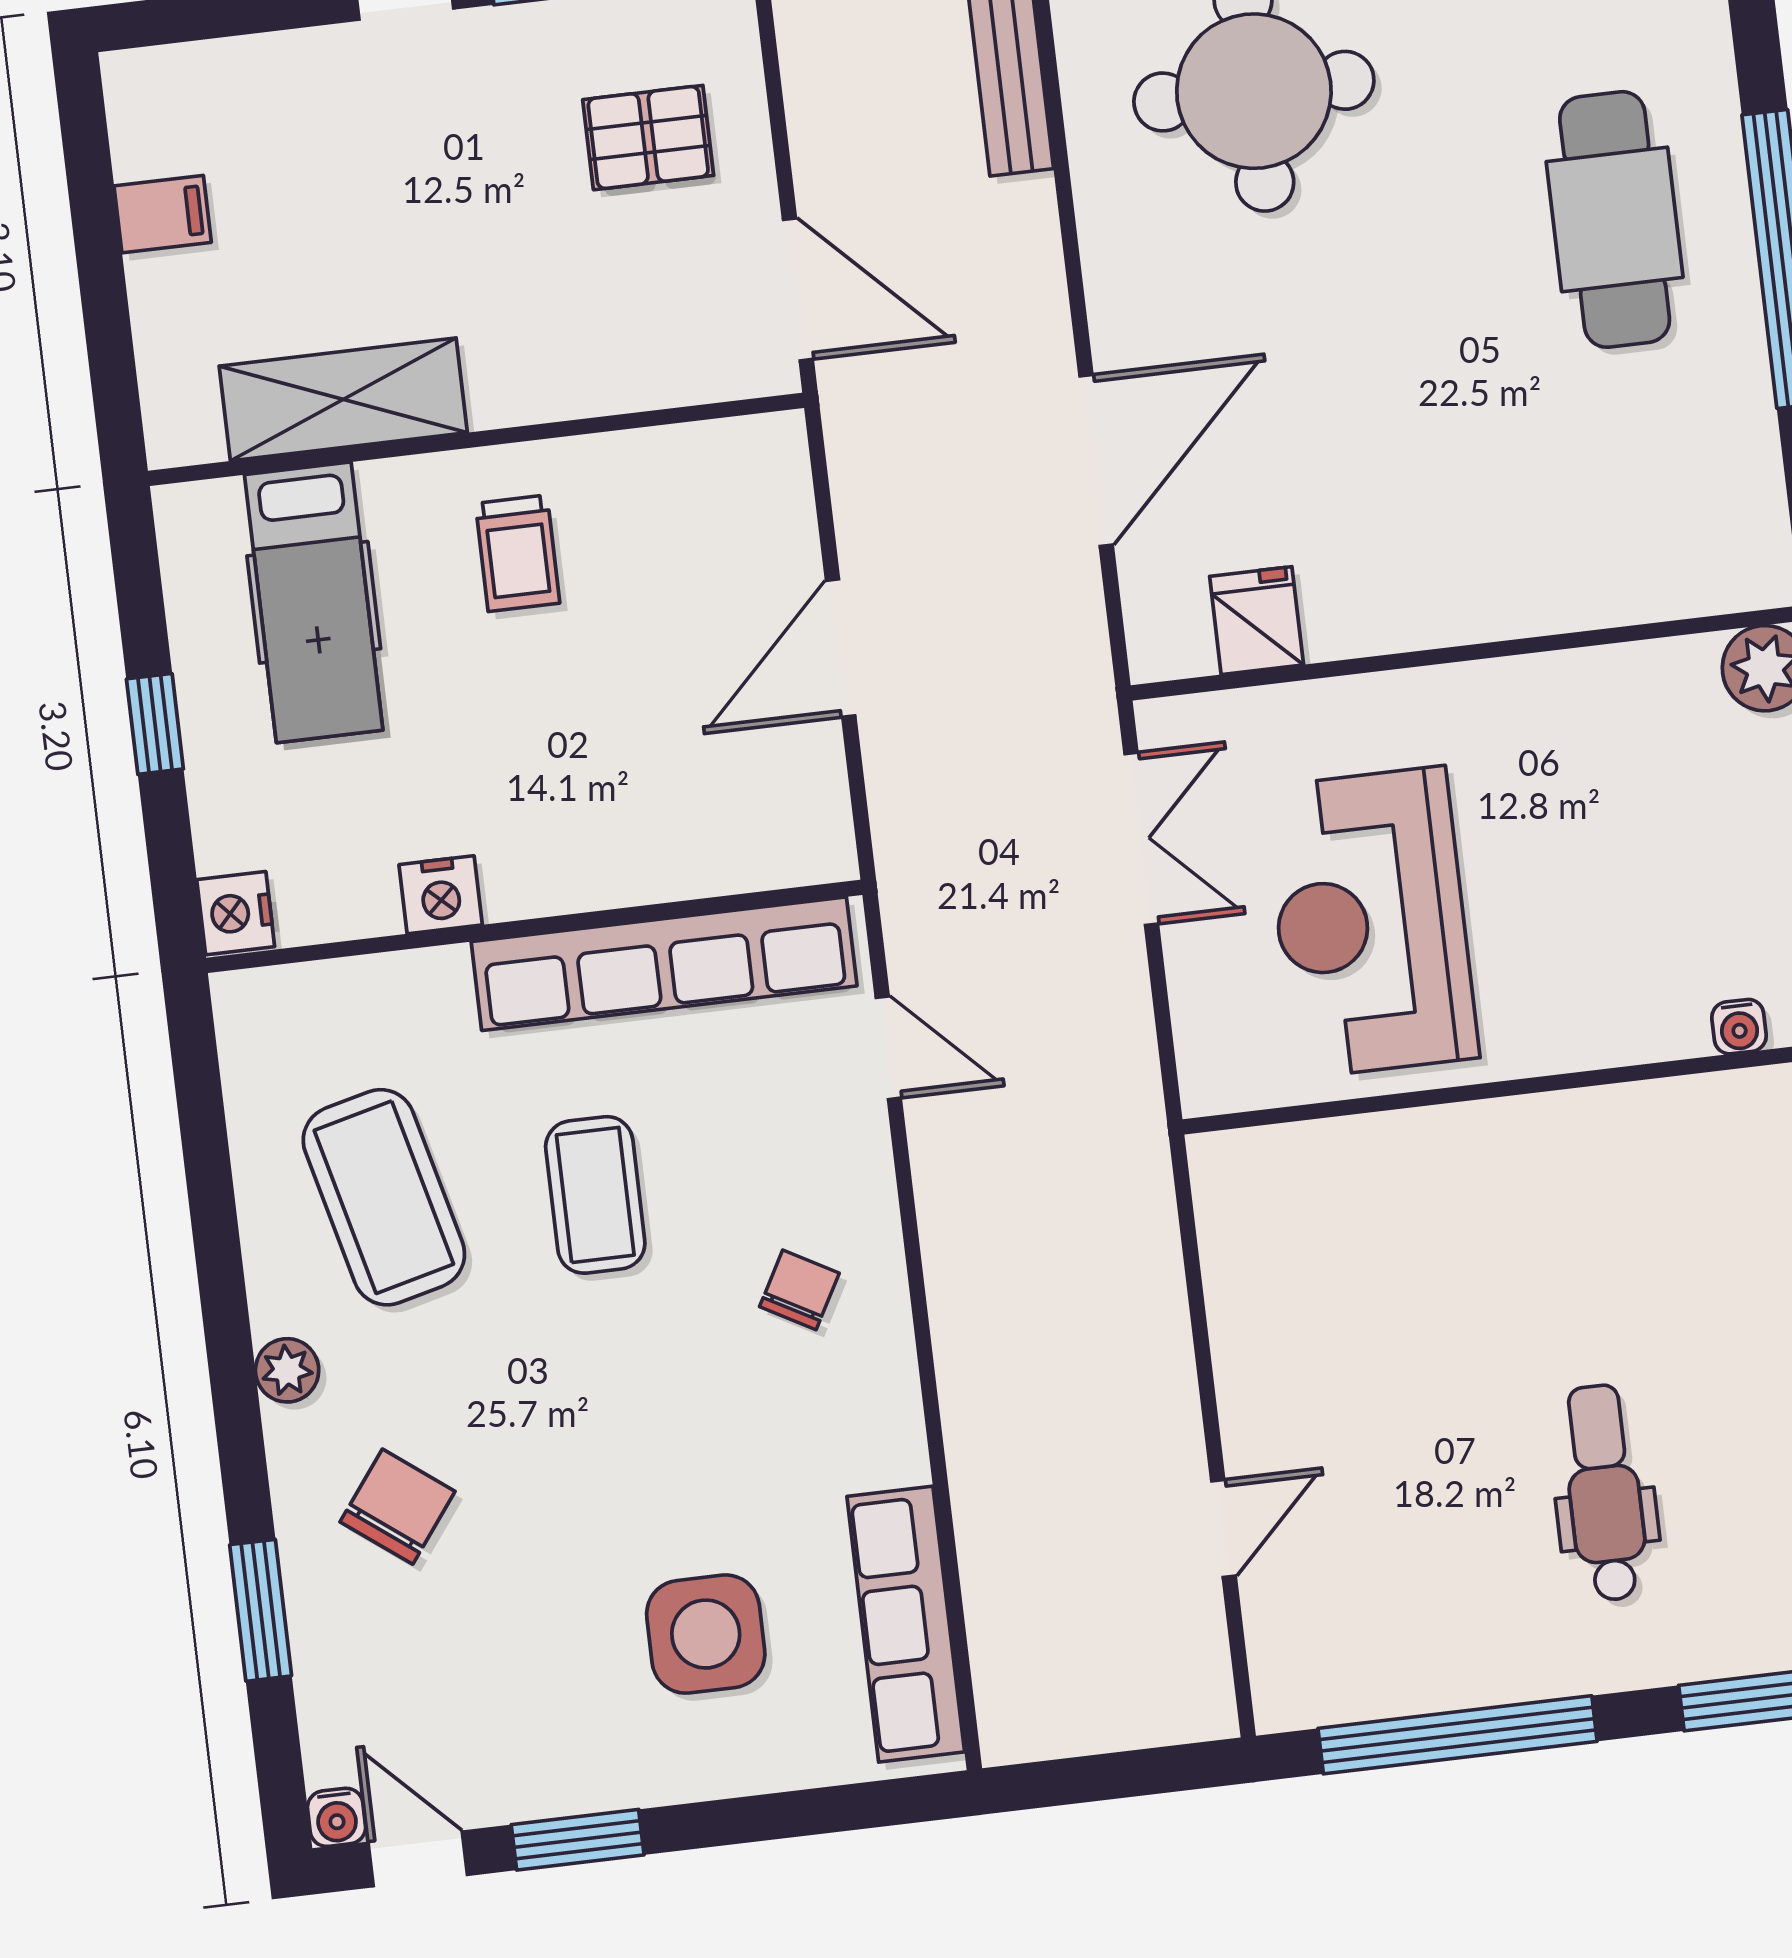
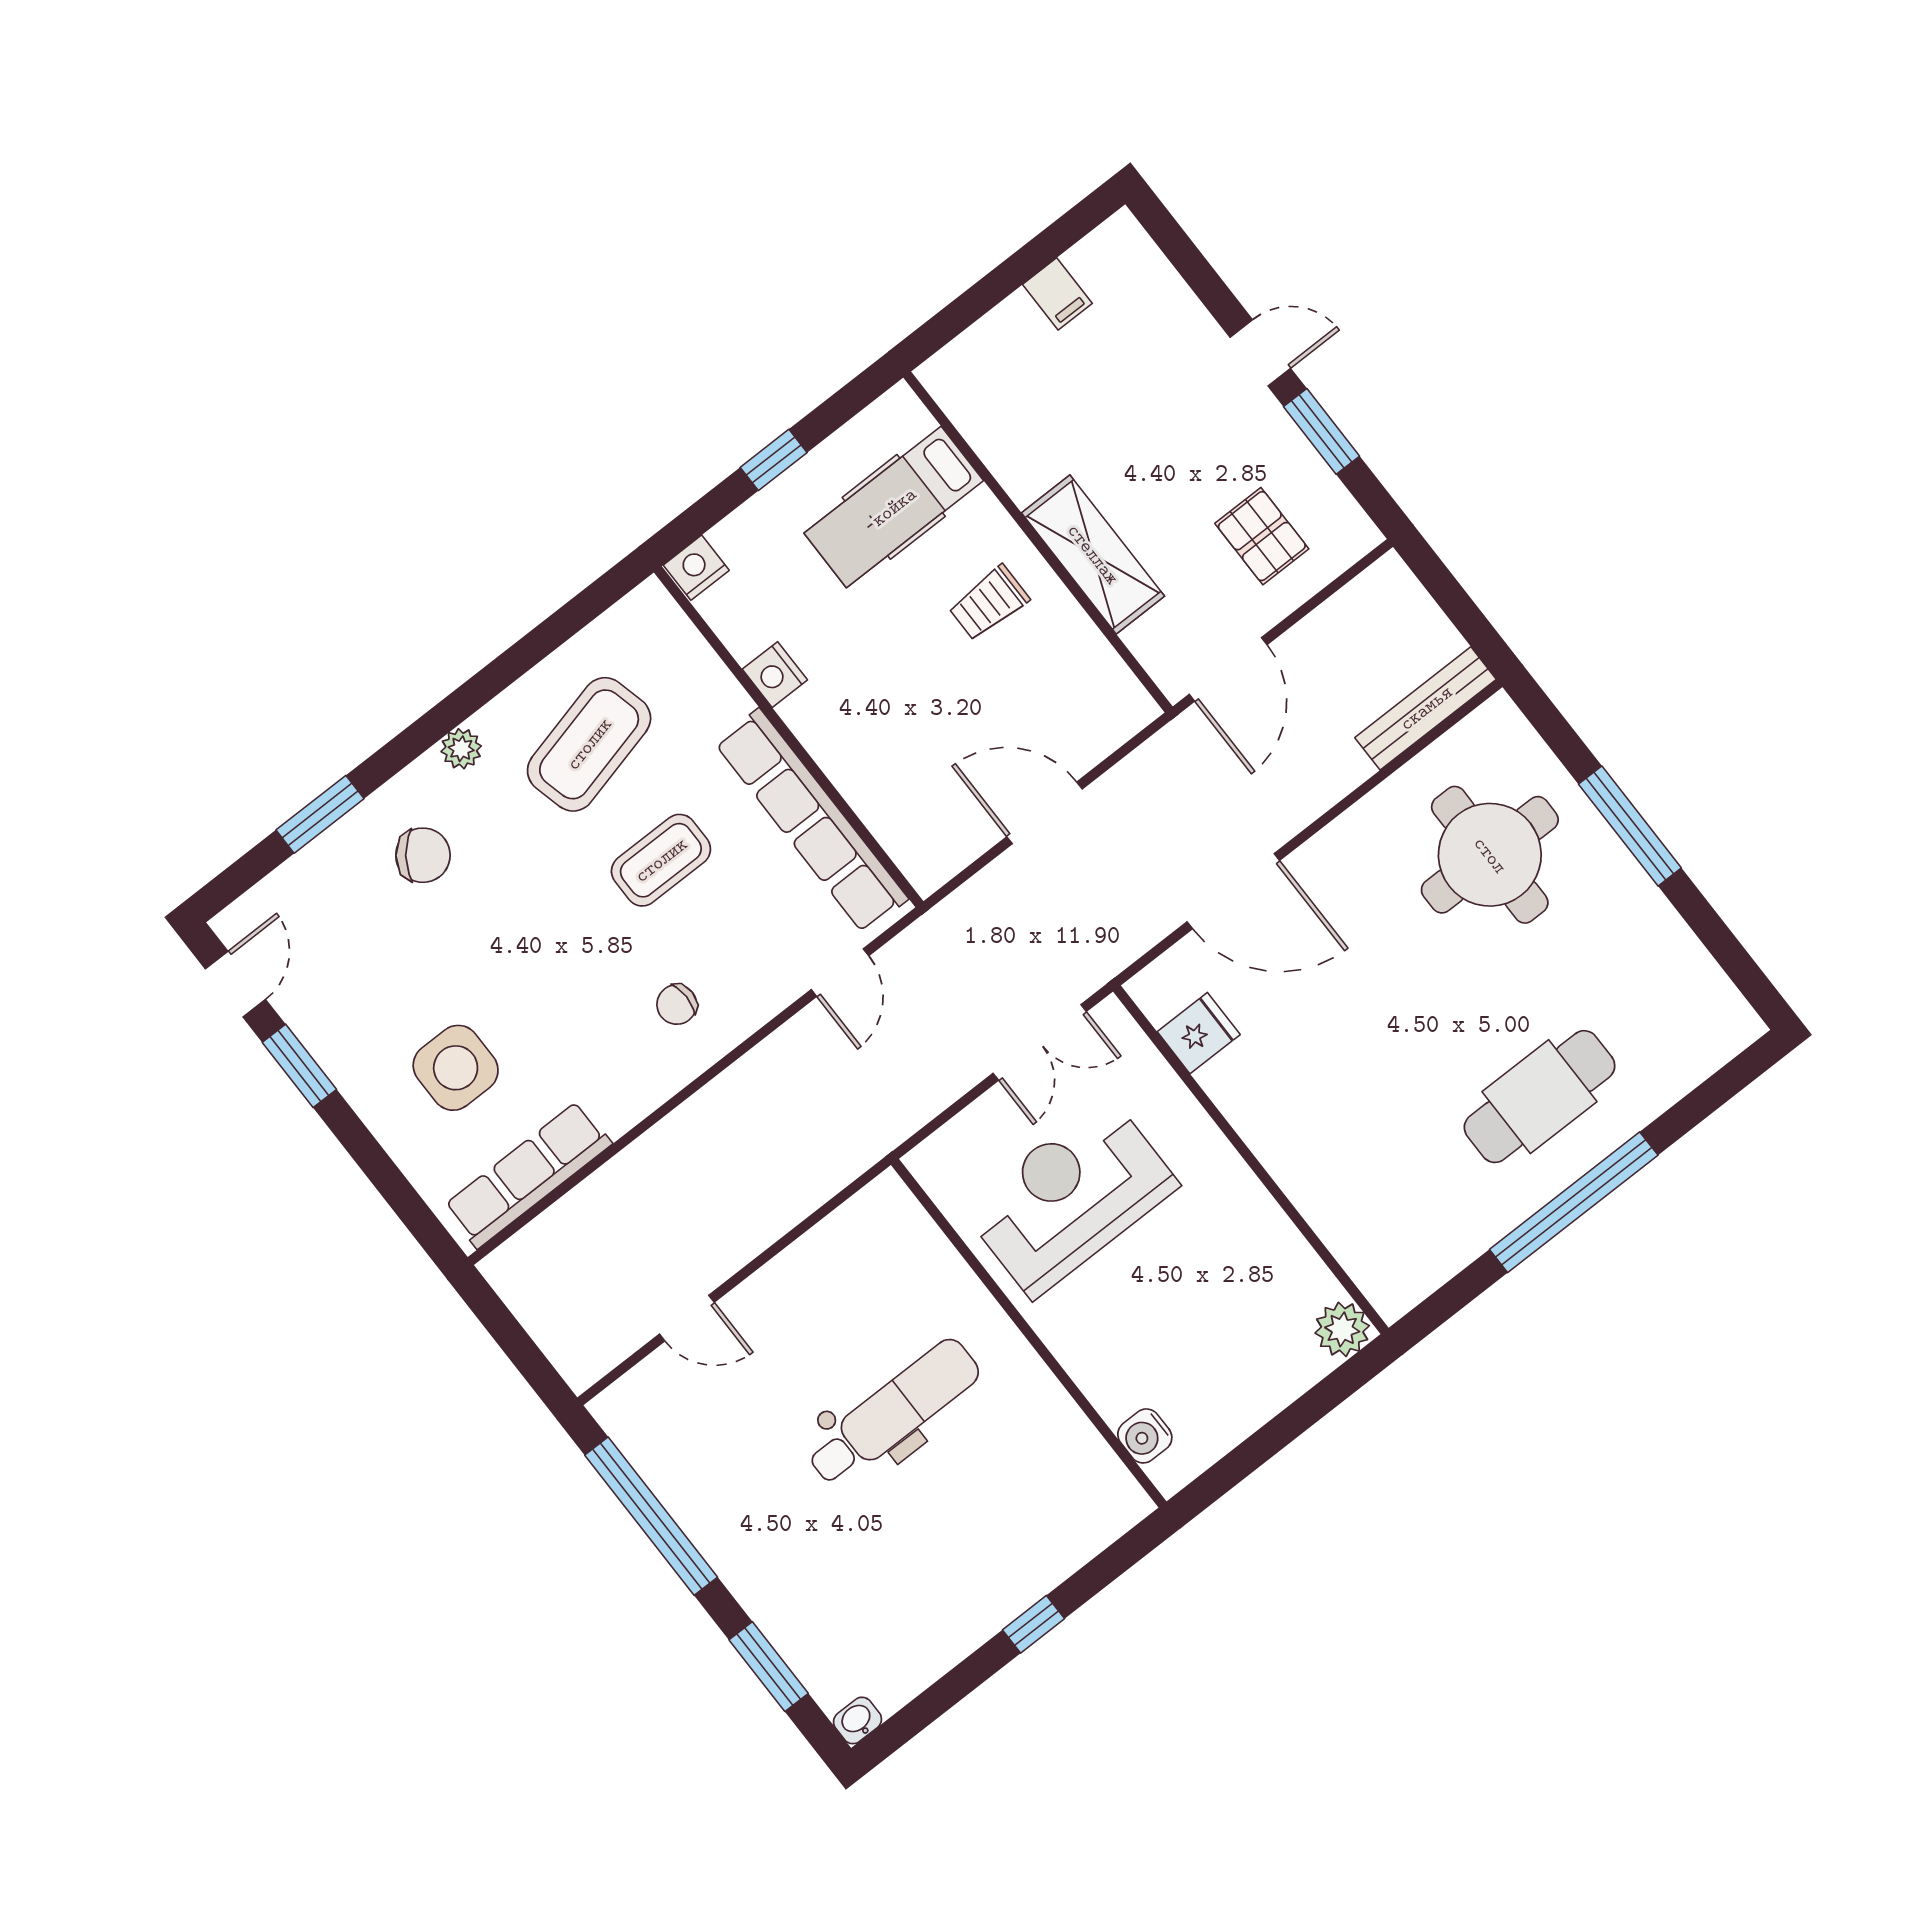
shelving: (343, 399) -> (1093, 554), moved
water cooler: (1739, 1027) -> (1145, 1436), width x1.38, depth x1.38
chair: (799, 1290) -> (677, 1004), turned 151
dental chair: (1604, 1493) -> (893, 1413), moved, width x1.36, depth x1.38
water cooler: (337, 1817) -> (231, 925), removed

